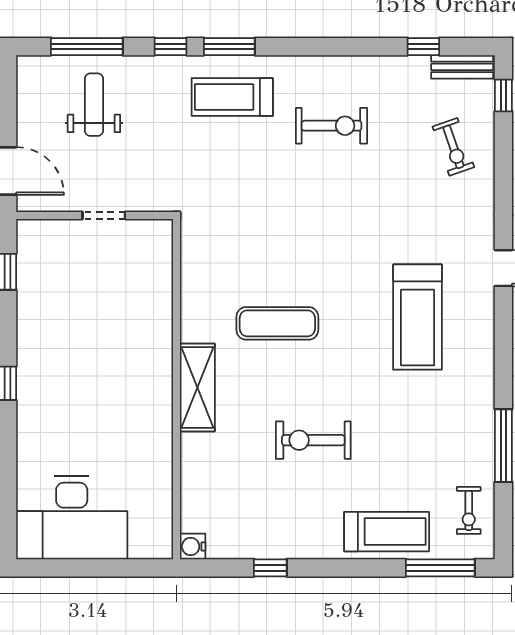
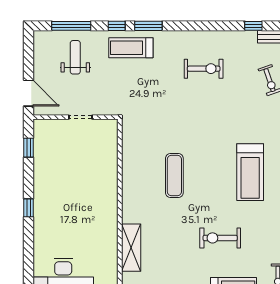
treadmill: (232, 97) -> (131, 48), moved
exercise mat: (277, 323) -> (174, 176), turned 90
shelving: (197, 387) -> (131, 248), moved
exercise bike: (313, 440) -> (220, 238), moved

